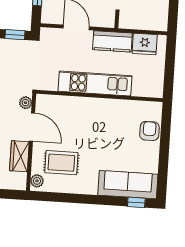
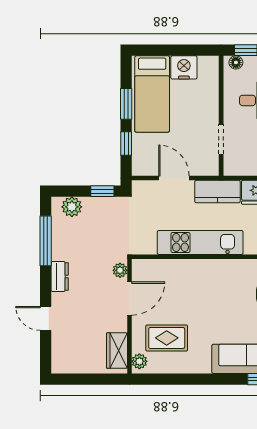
door: (32, 127) -> (130, 298), hinge flipped
wardrobe: (19, 156) -> (117, 351), moved

